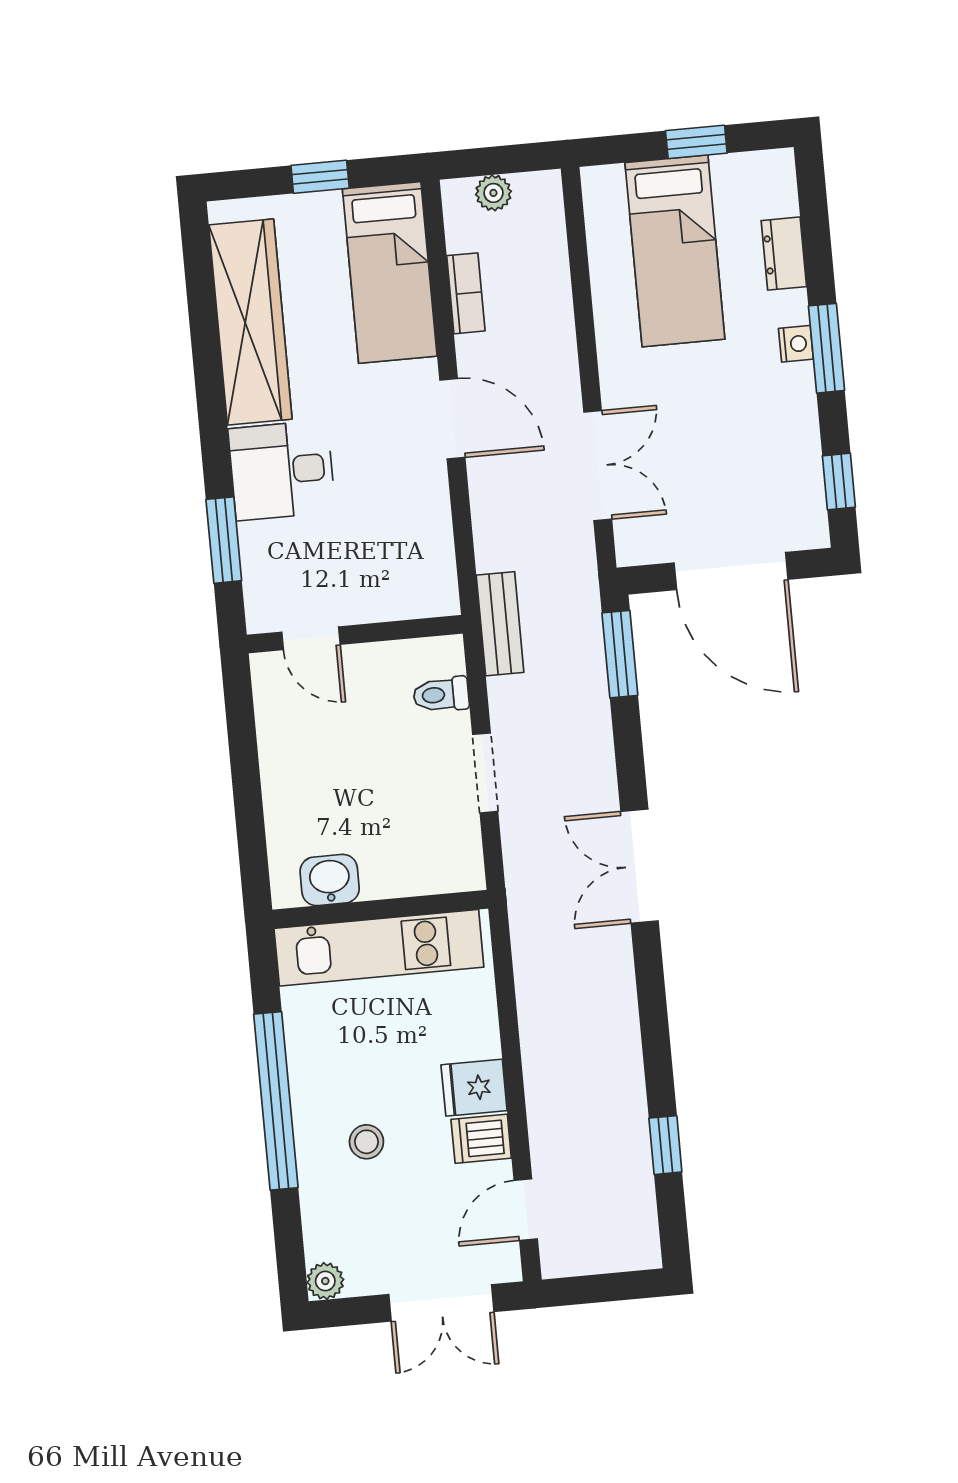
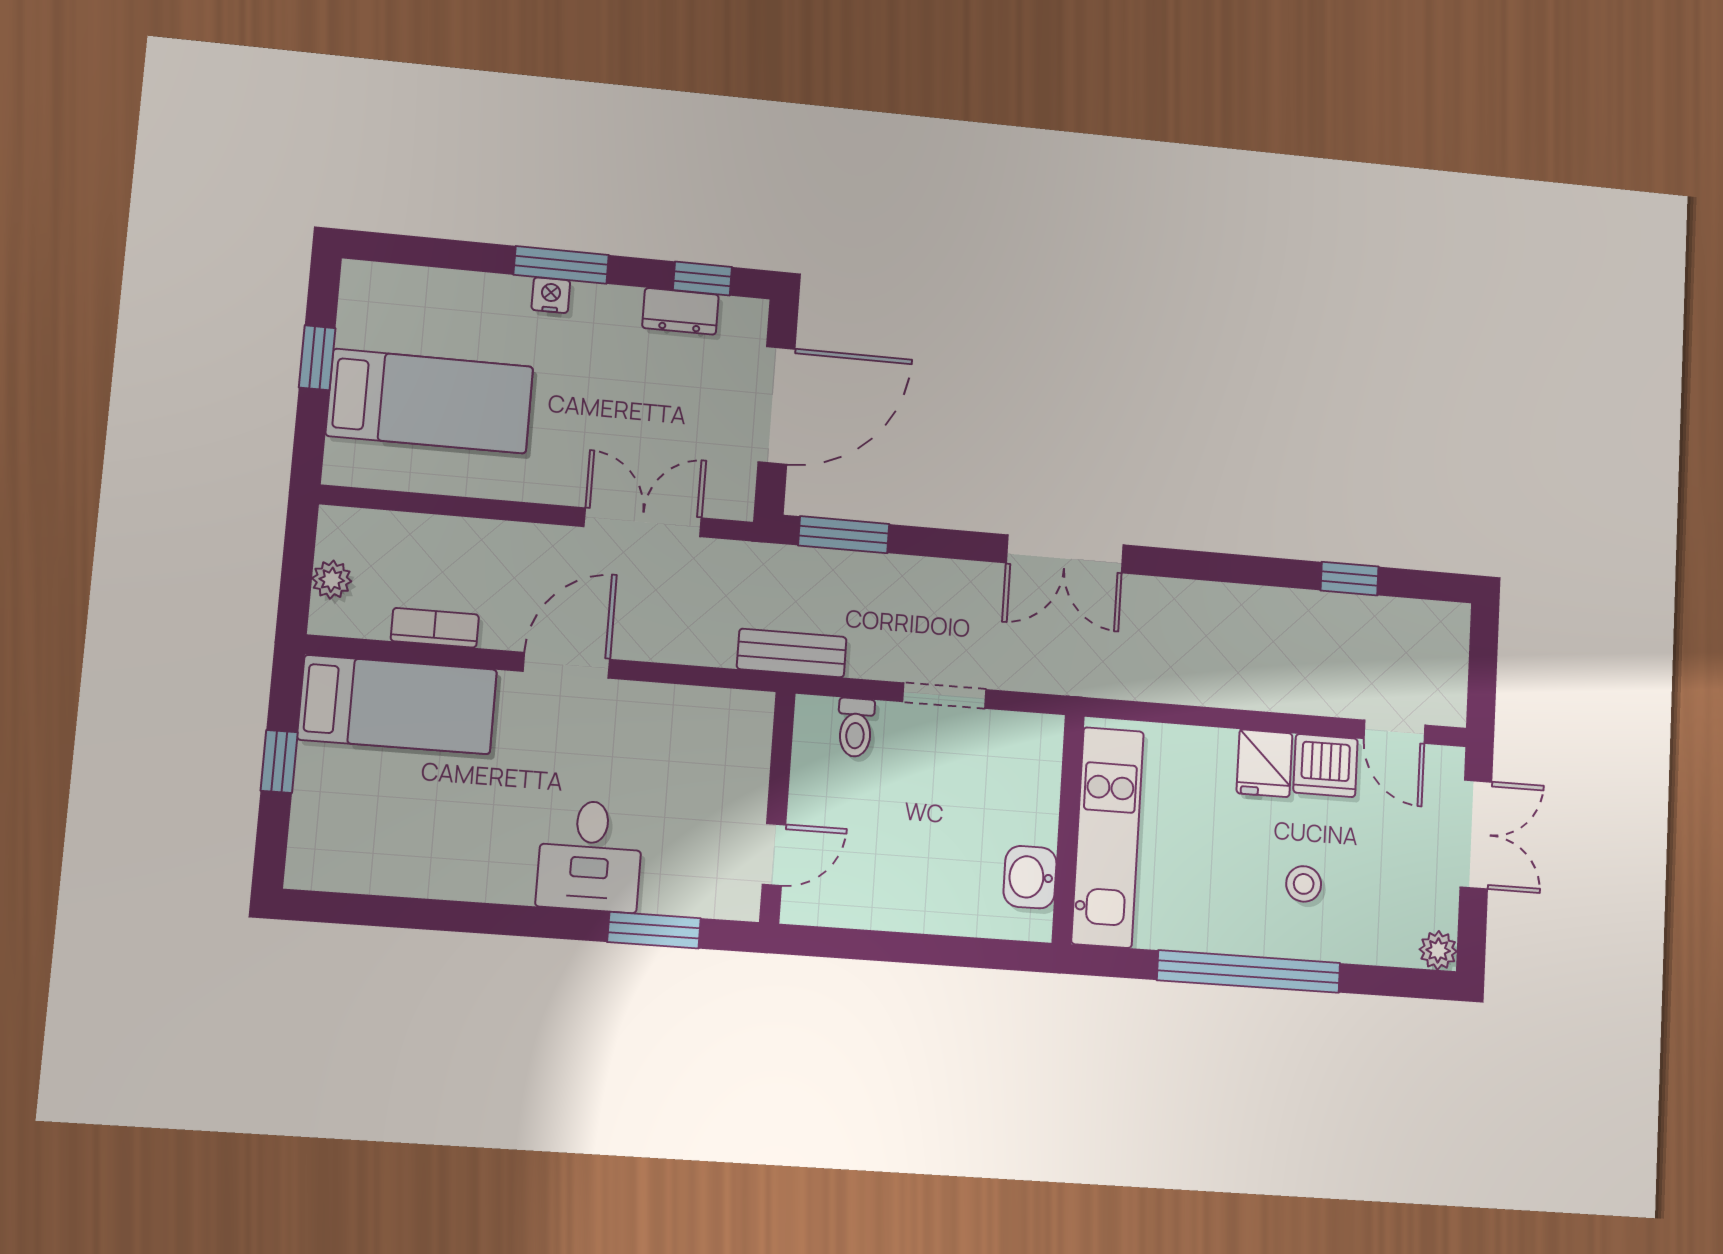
dresser: (784, 254) -> (680, 311), moved
wardrobe: (250, 322) -> (424, 863), removed
dishwasher: (481, 1139) -> (1326, 766), width x1.38

